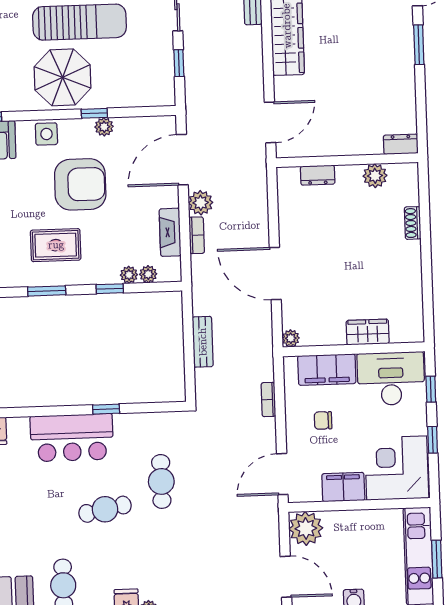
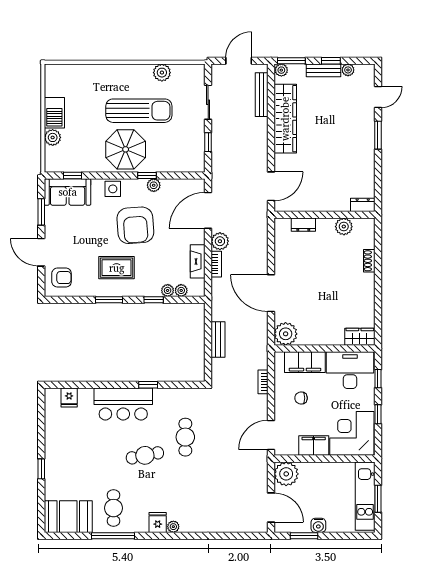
armchair: (80, 184) -> (135, 225), turned 86
wardrobe: (368, 332) -> (360, 337), moved
plant: (291, 338) -> (286, 334), width x1.88, depth x1.88

